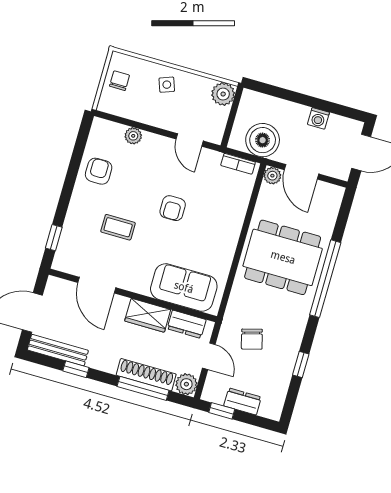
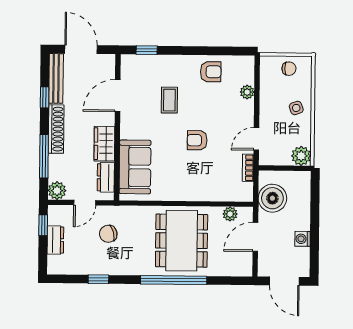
bookcase: (238, 164) -> (248, 168), moved
plant: (272, 176) -> (230, 214), moved
shoe rack: (146, 375) -> (56, 129), moved

